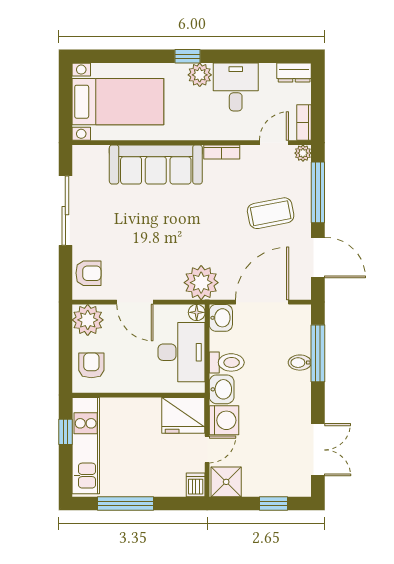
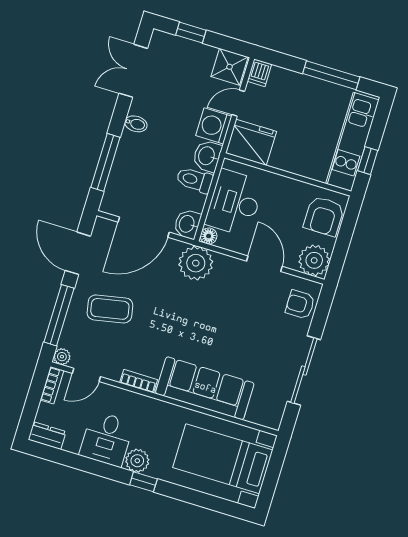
bidet: (300, 363) -> (136, 124), moved
armchair: (91, 365) -> (324, 216), width x1.38, depth x1.38

